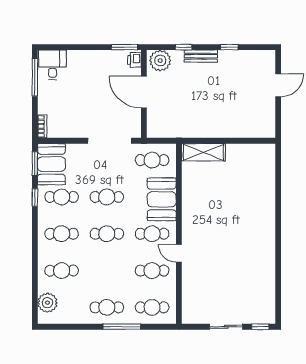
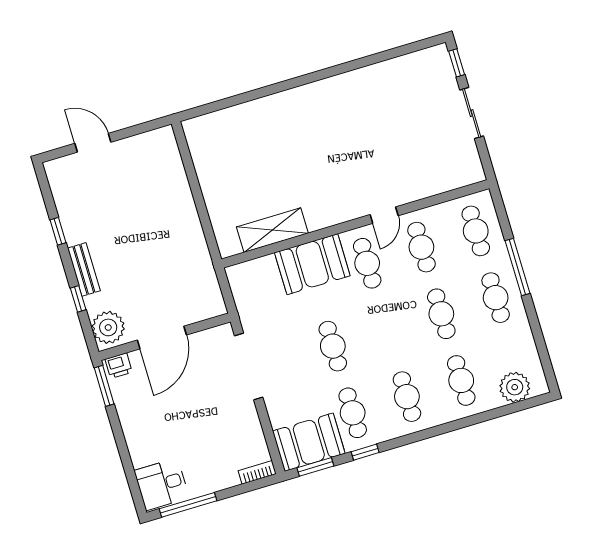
shelving: (203, 152) -> (272, 230), moved, turned 90
cafe table: (152, 160) -> (259, 296), removed
cafe table: (107, 234) -> (441, 314), moved

